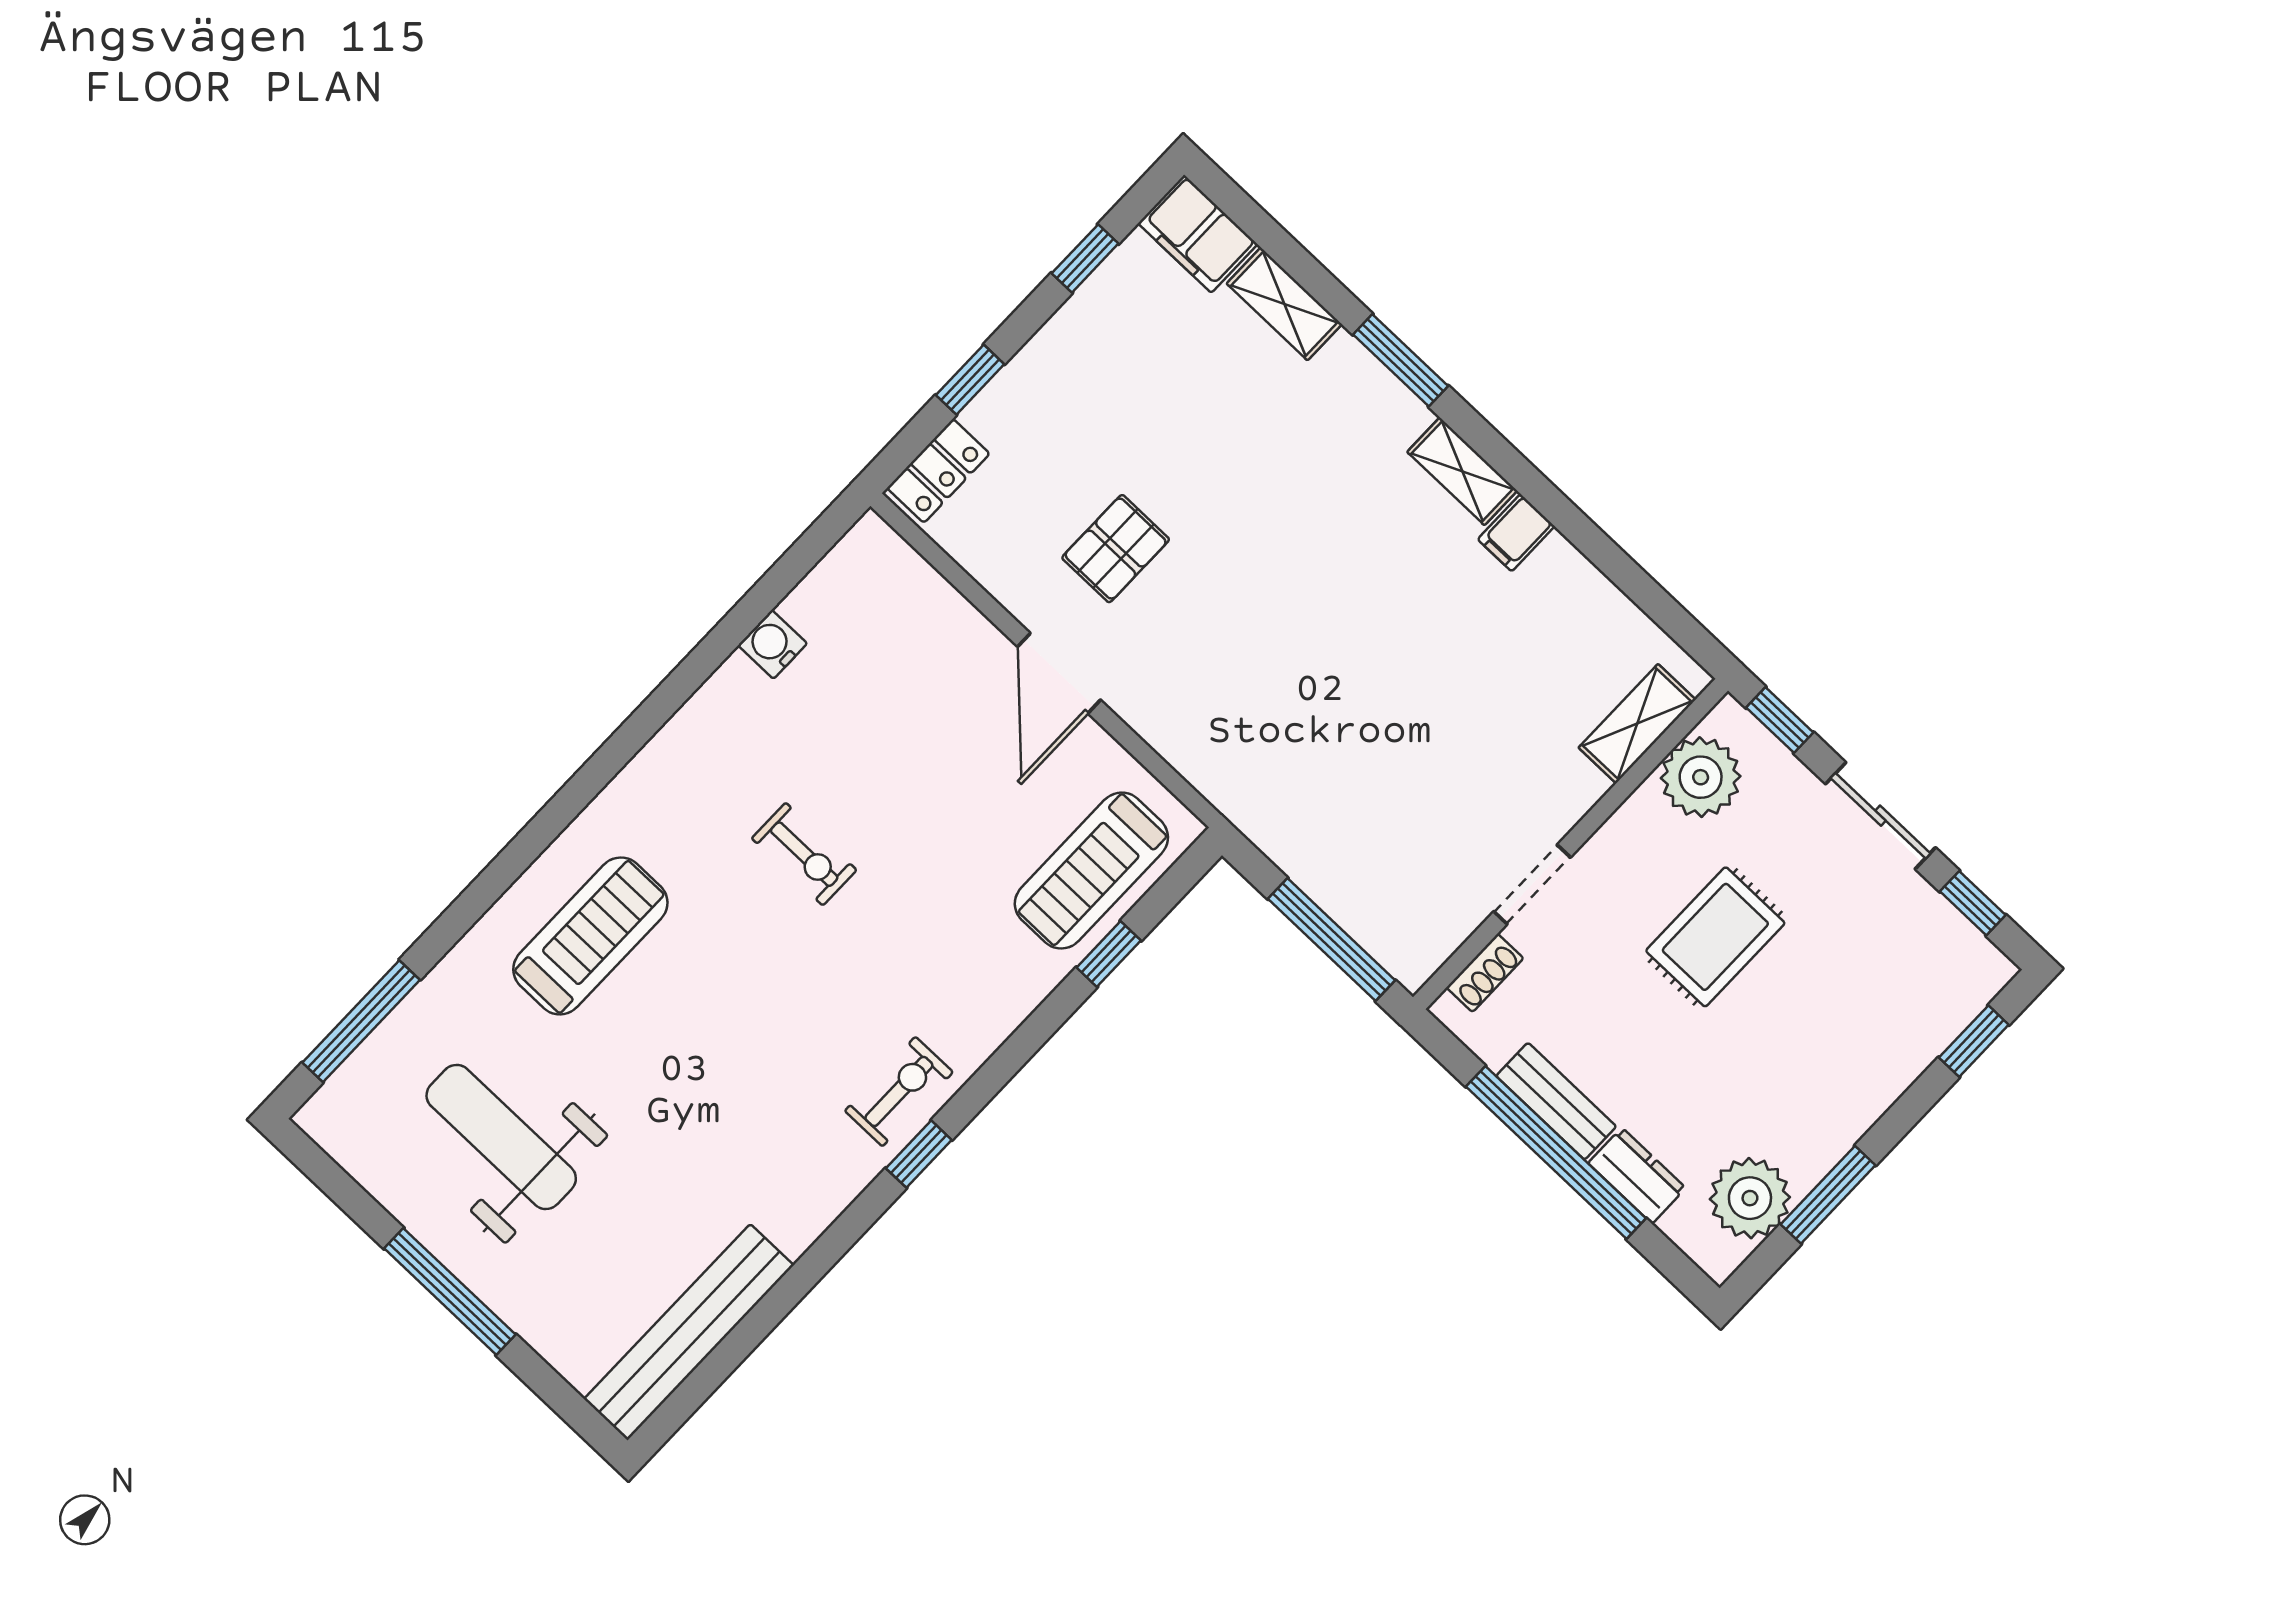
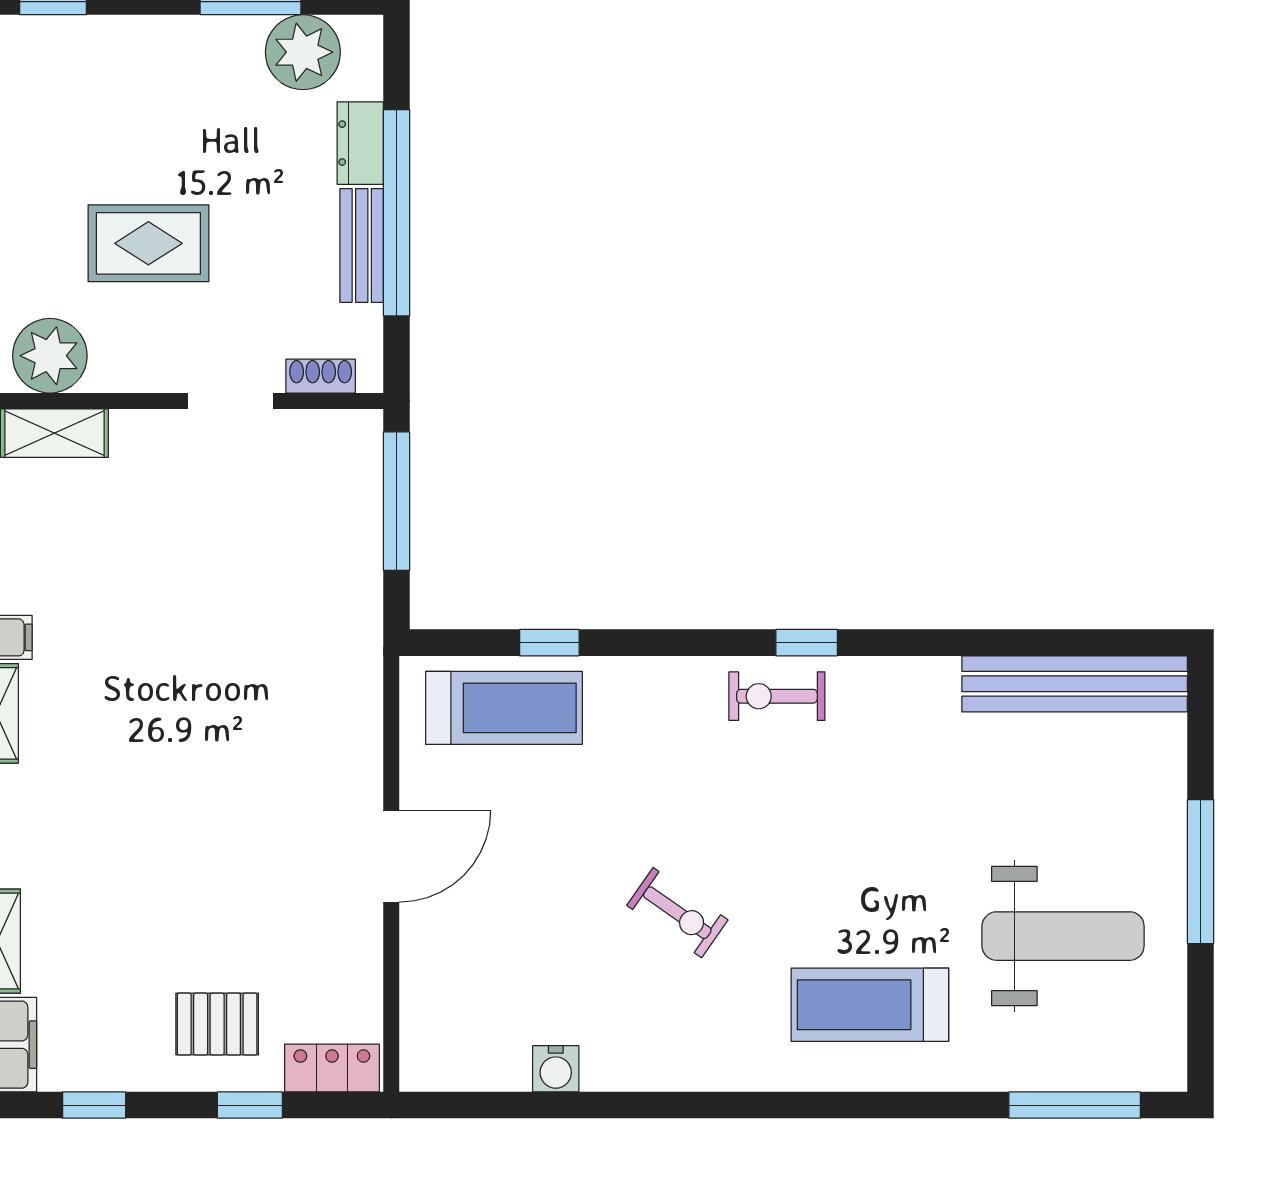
pallet: (1116, 549) -> (217, 1024), moved
exercise bike: (804, 854) -> (677, 913), turned 125
weight bench: (501, 1137) -> (1063, 936), turned -90

